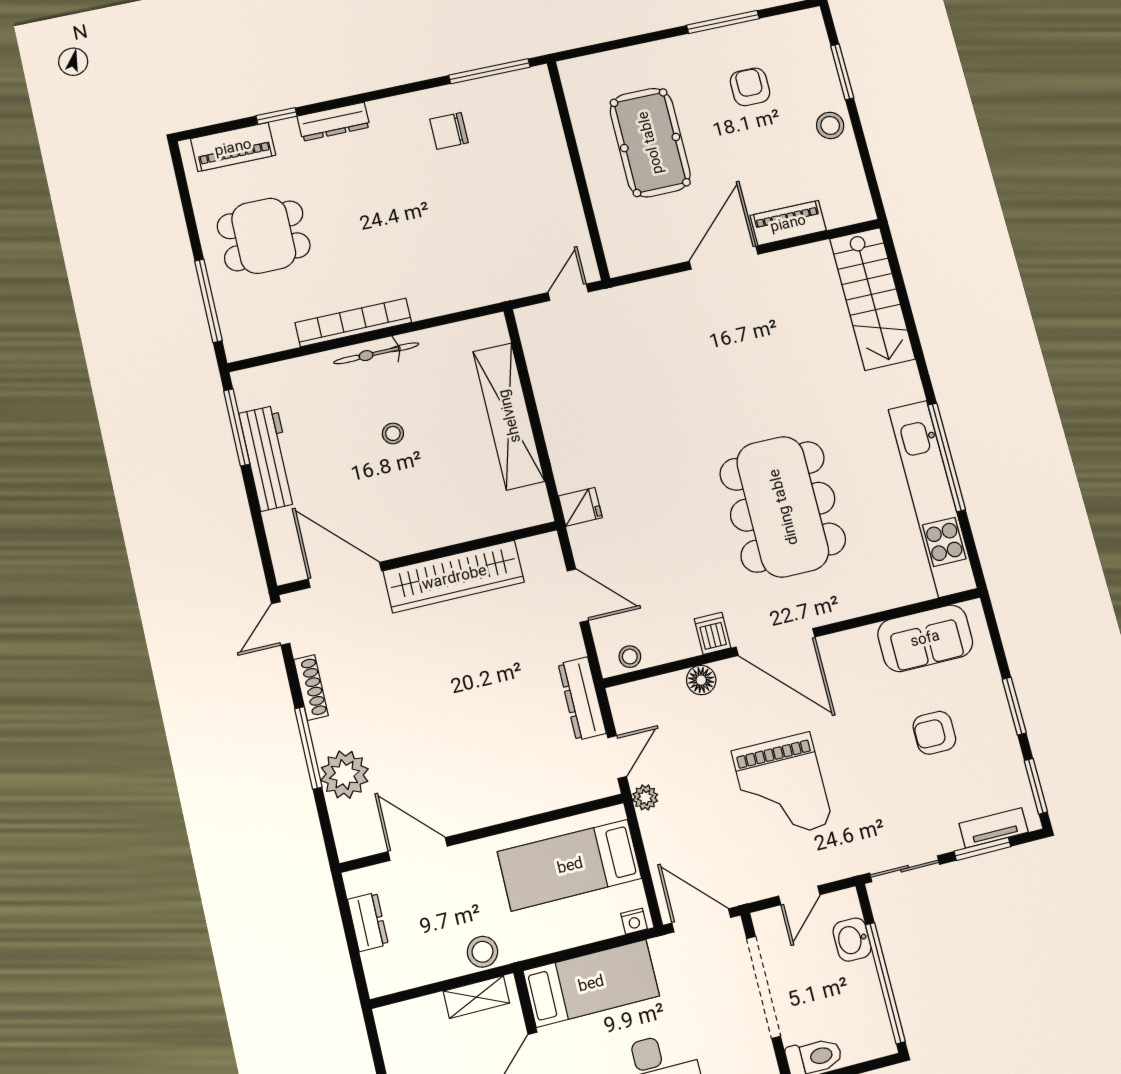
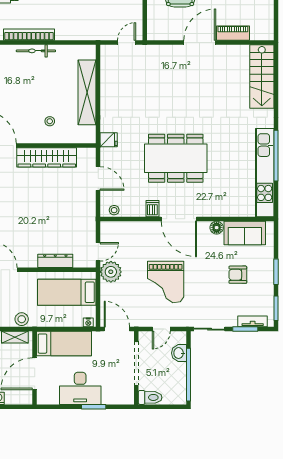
stool: (393, 433) -> (50, 121), moved
dining table: (783, 507) -> (176, 158), moved, turned 90
floor lamp: (701, 680) -> (217, 228), moved
dresser: (582, 699) -> (55, 261), moved, turned 90
plant: (645, 797) -> (111, 272), width x1.88, depth x1.88

